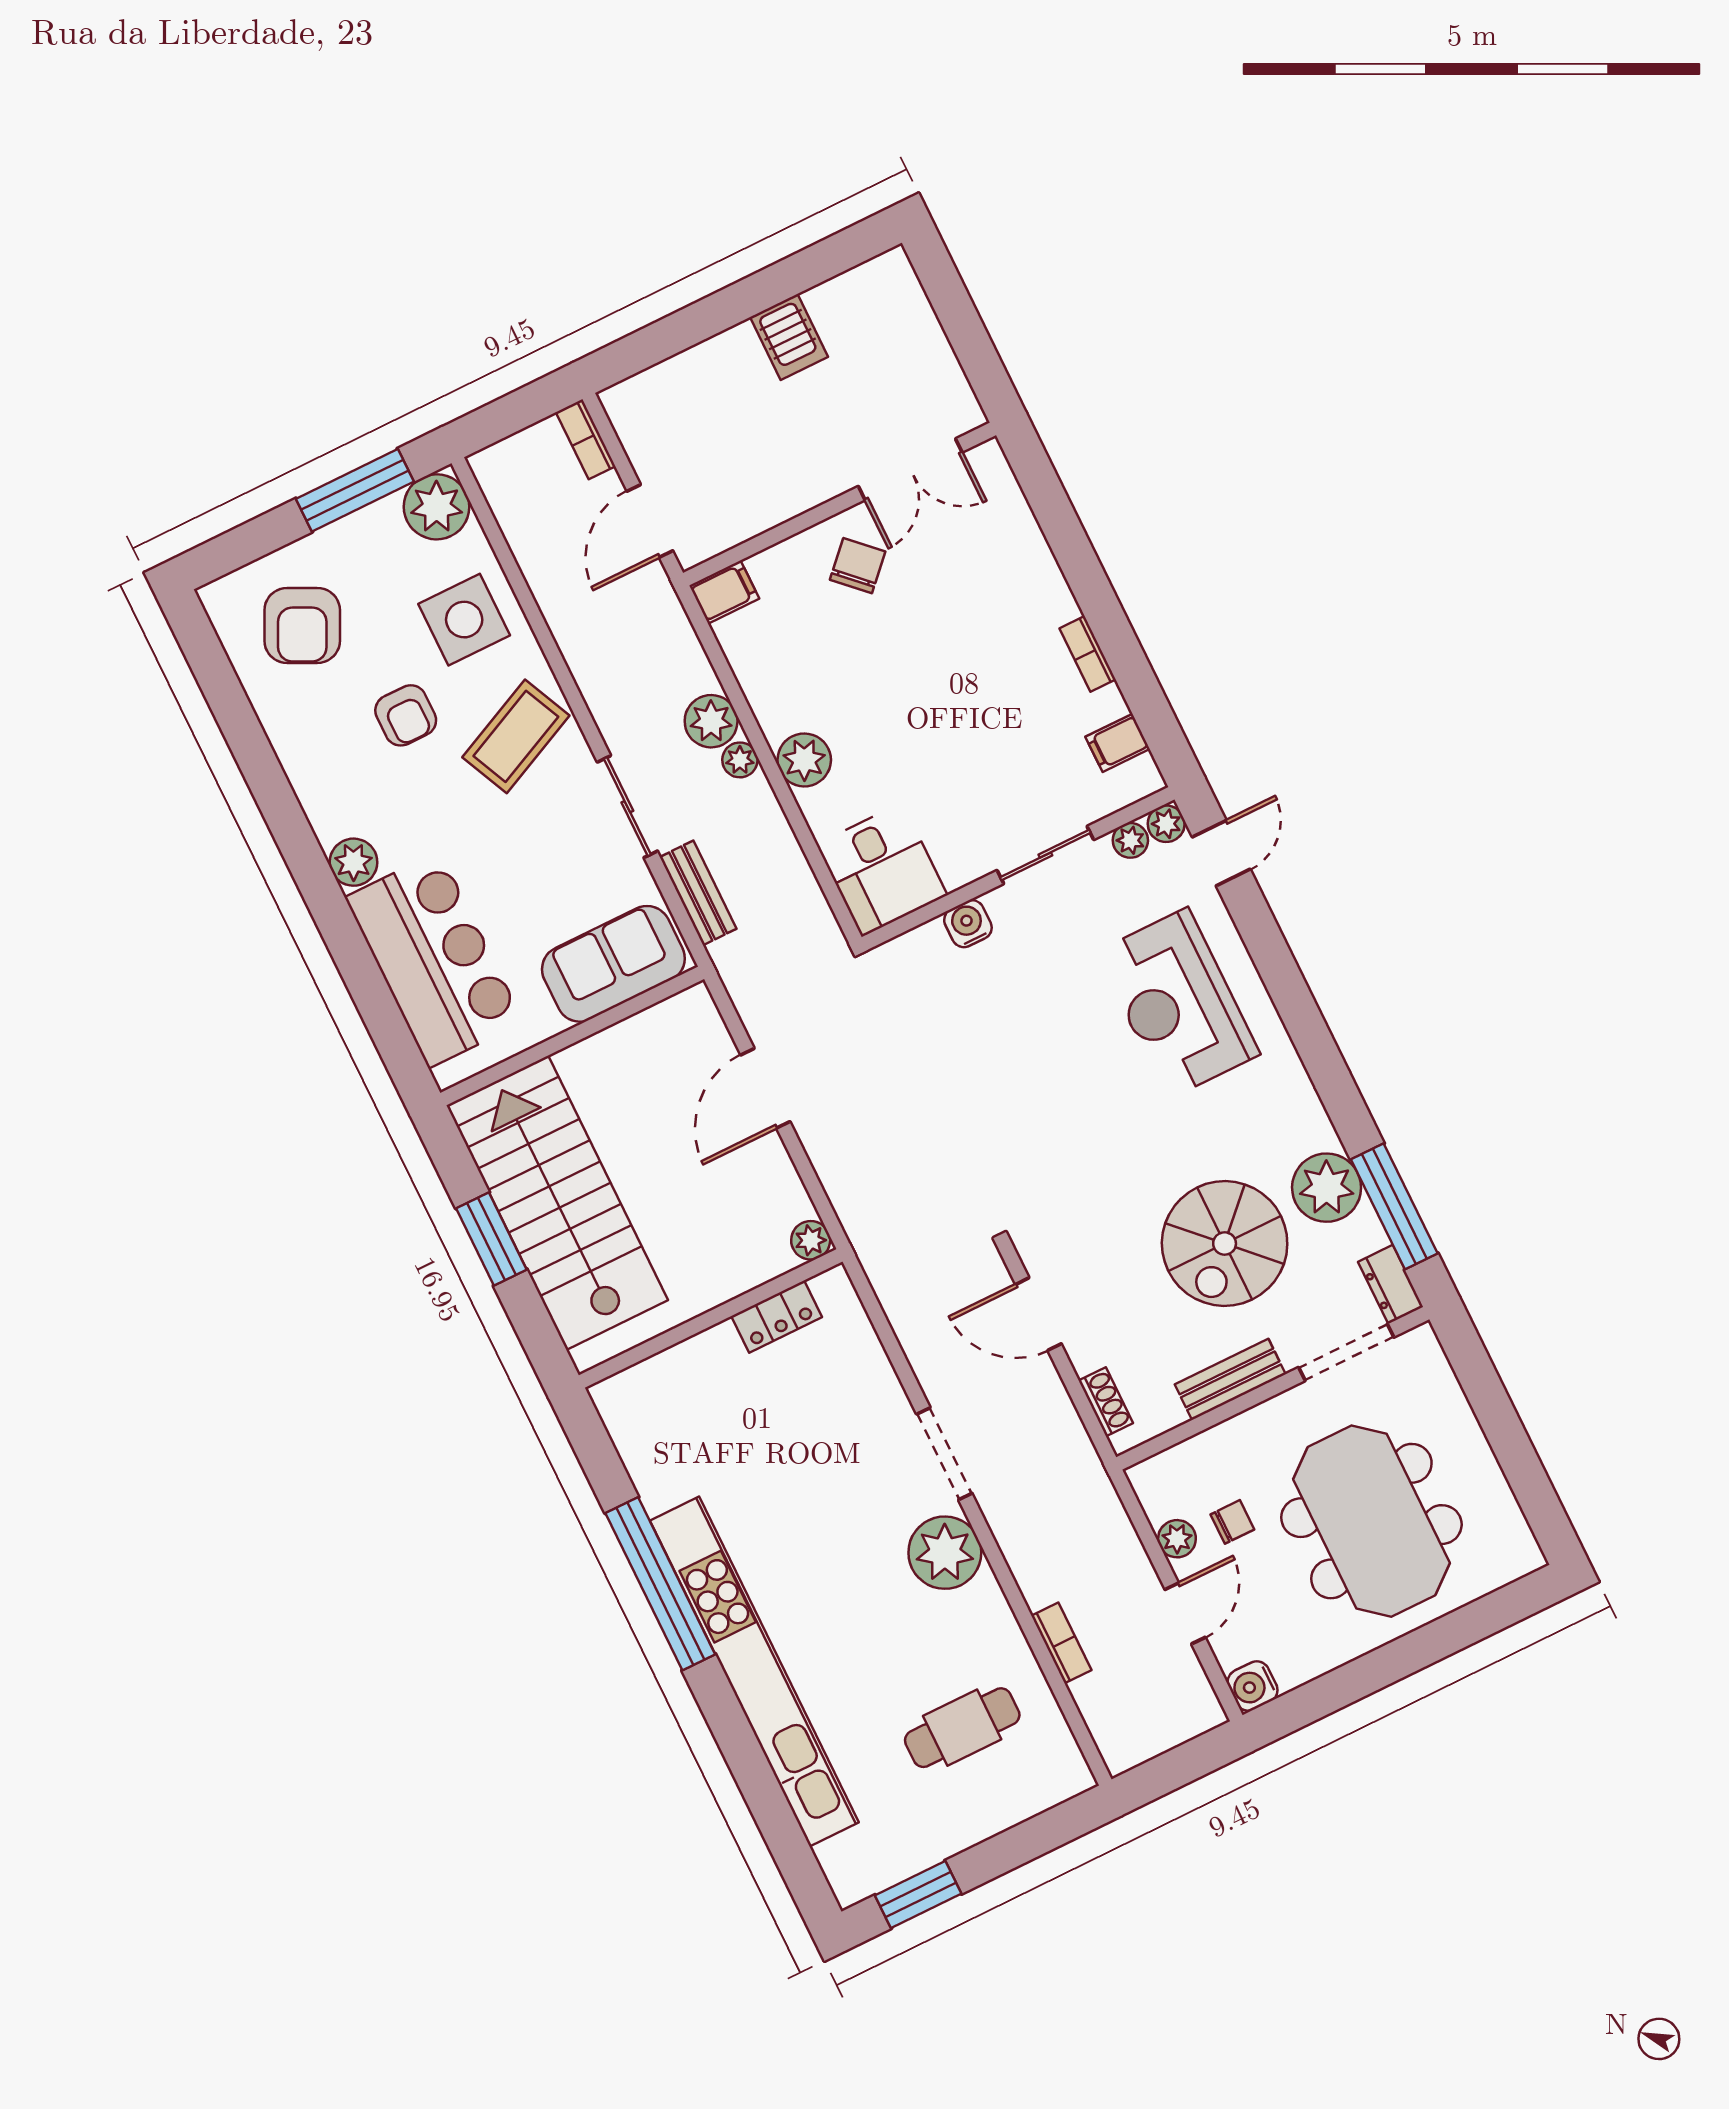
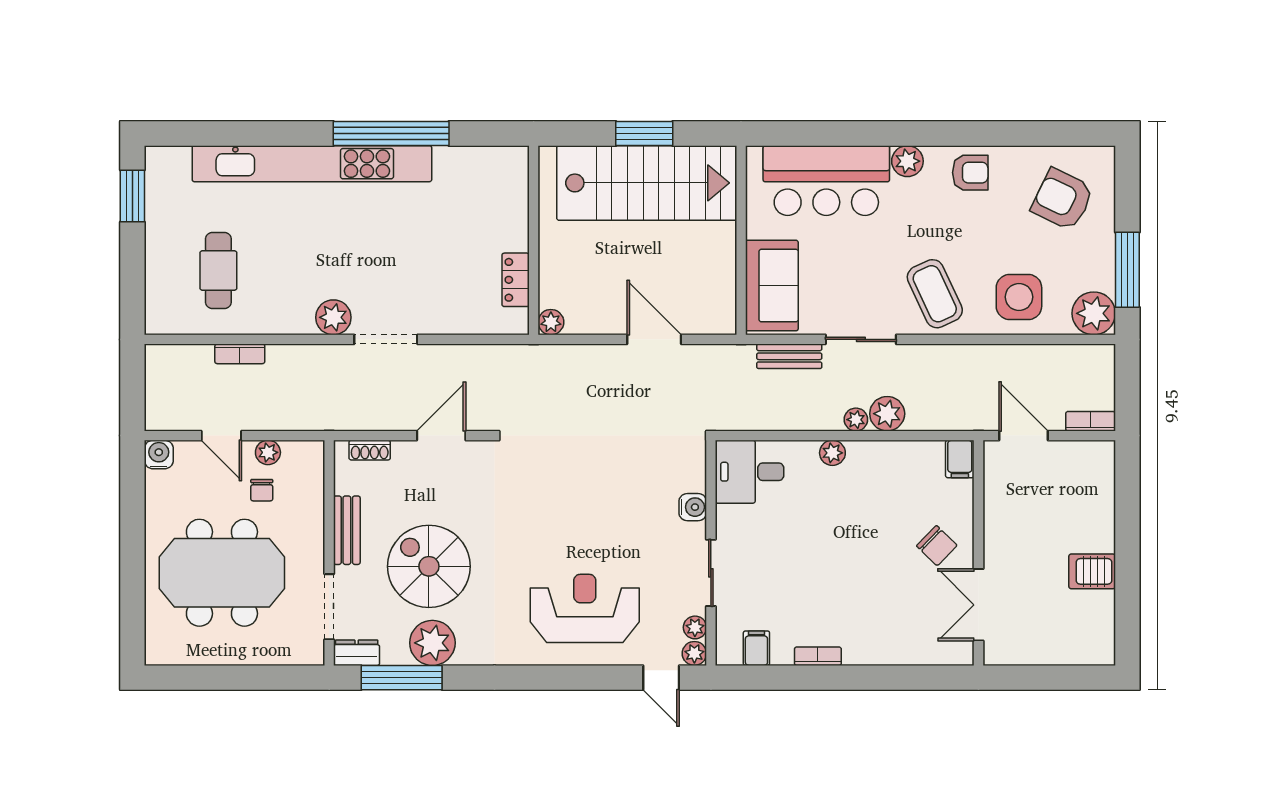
armchair: (406, 715) -> (970, 173), moved, turned 180
plant: (804, 760) -> (832, 453), width x0.73, depth x0.73
plant: (945, 1553) -> (333, 317), width x0.73, depth x0.73

